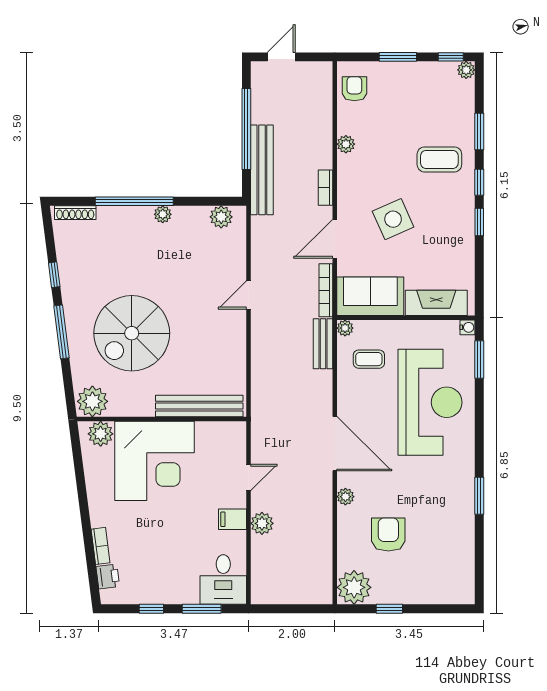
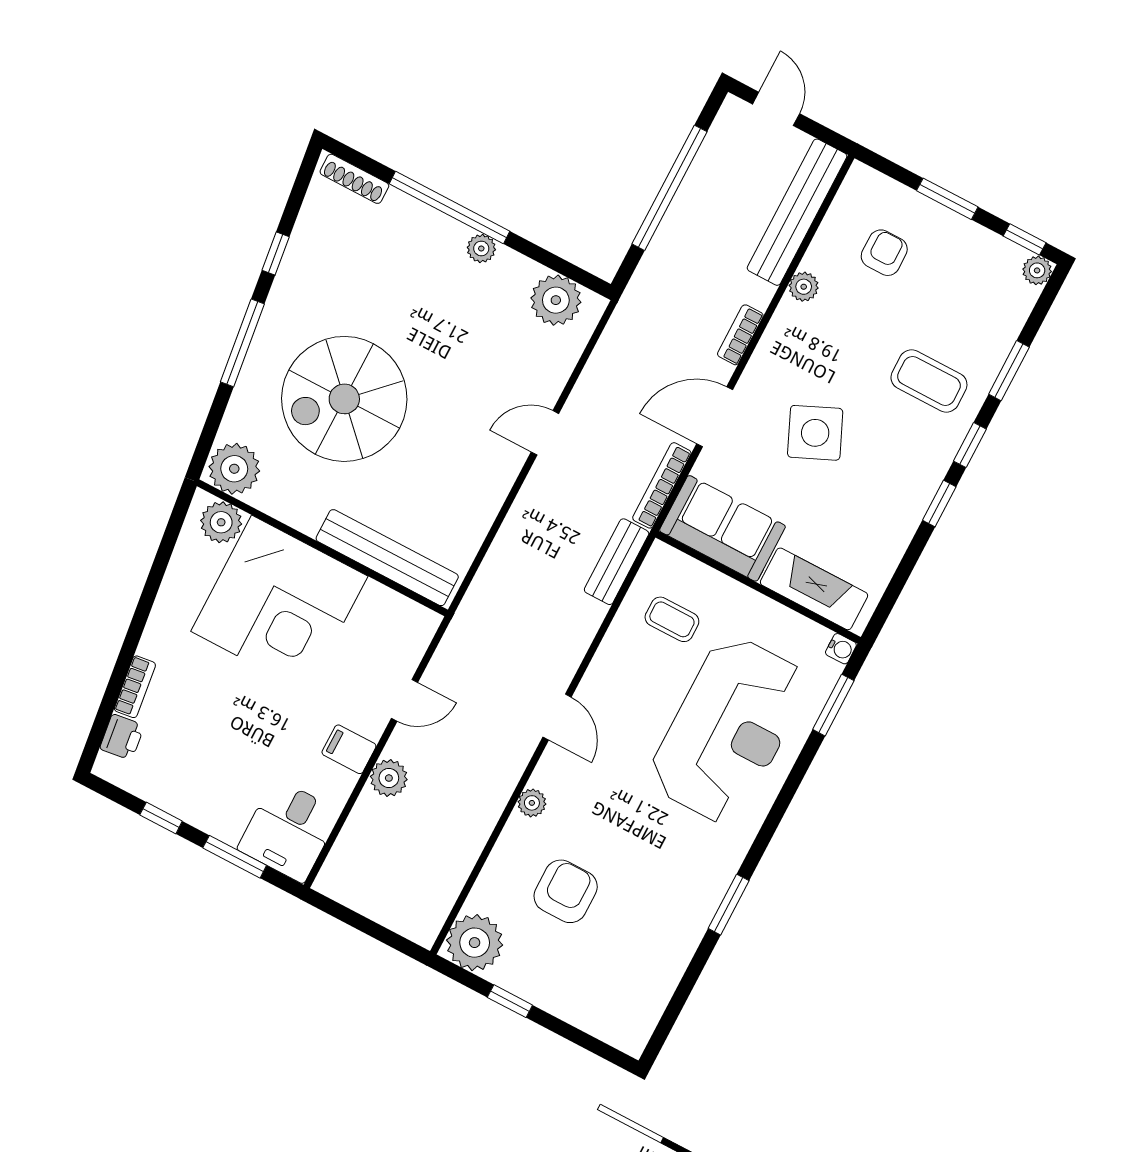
door: (281, 57) -> (776, 109), hinge flipped
armchair: (354, 89) -> (884, 253), moved
bench: (262, 170) -> (797, 212), moved
plant: (221, 217) -> (556, 300), width x1.36, depth x1.36
plant: (345, 328) -> (661, 555), removed
door: (335, 444) -> (557, 717), width x0.53

